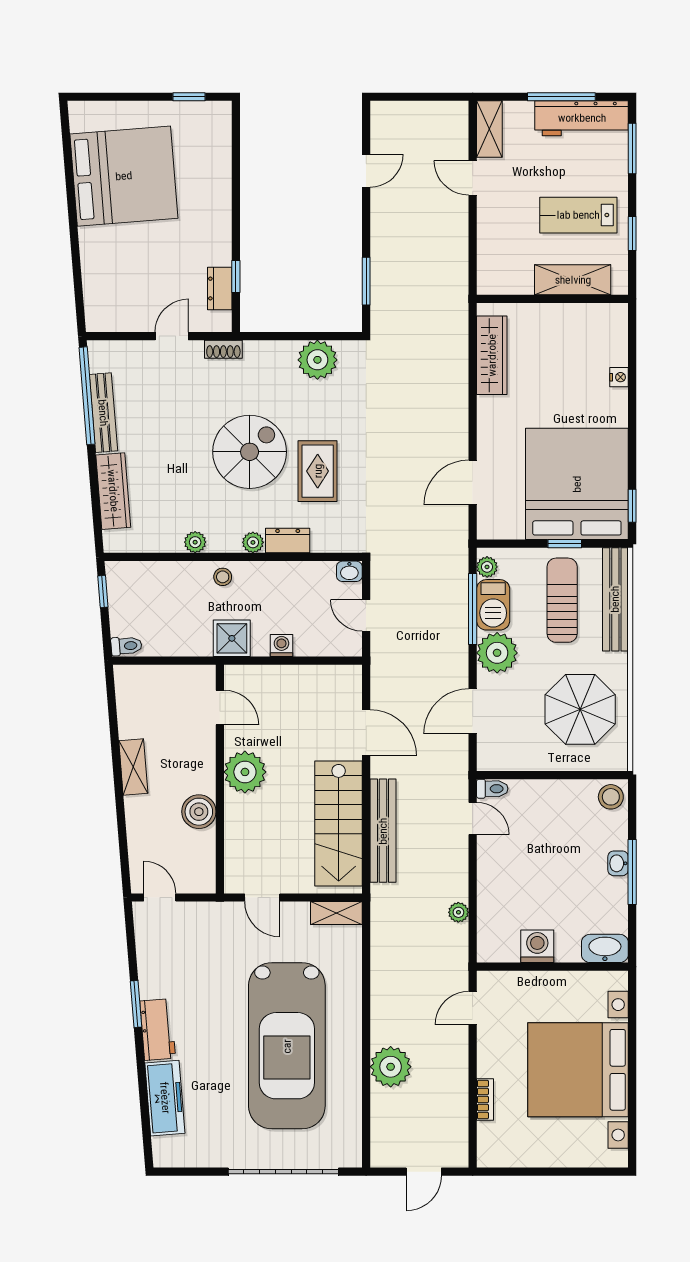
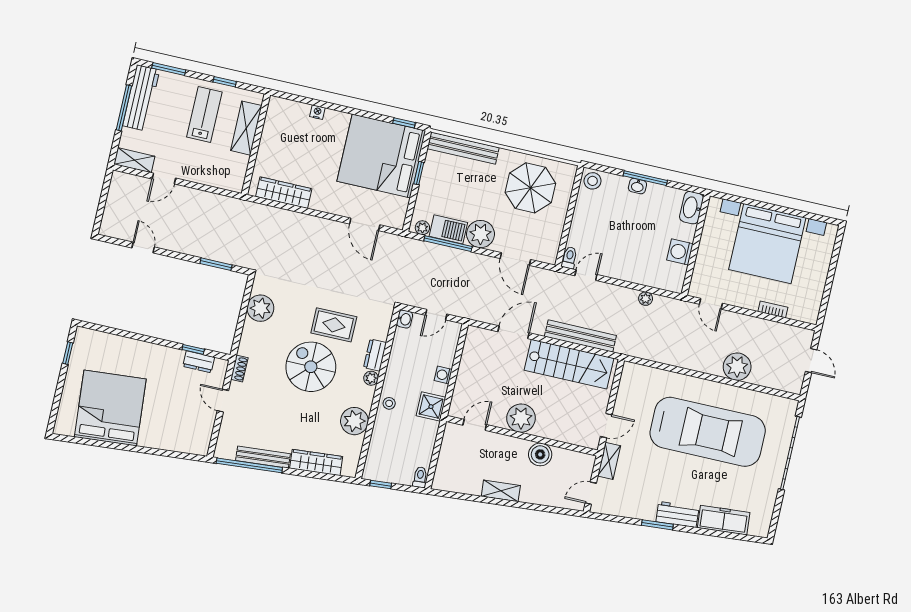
lab bench: (578, 215) -> (204, 114), turned 180
plant: (195, 542) -> (354, 421), width x1.87, depth x1.87
sun lounger: (562, 600) -> (456, 183), removed
shelving: (336, 913) -> (609, 461), moved

